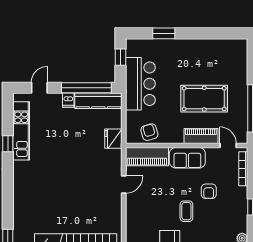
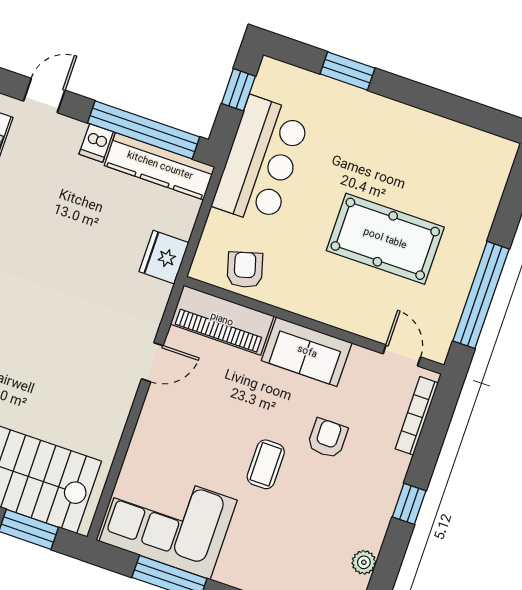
piano: (201, 136) -> (351, 315), removed
armchair: (209, 191) -> (327, 438), turned 180

